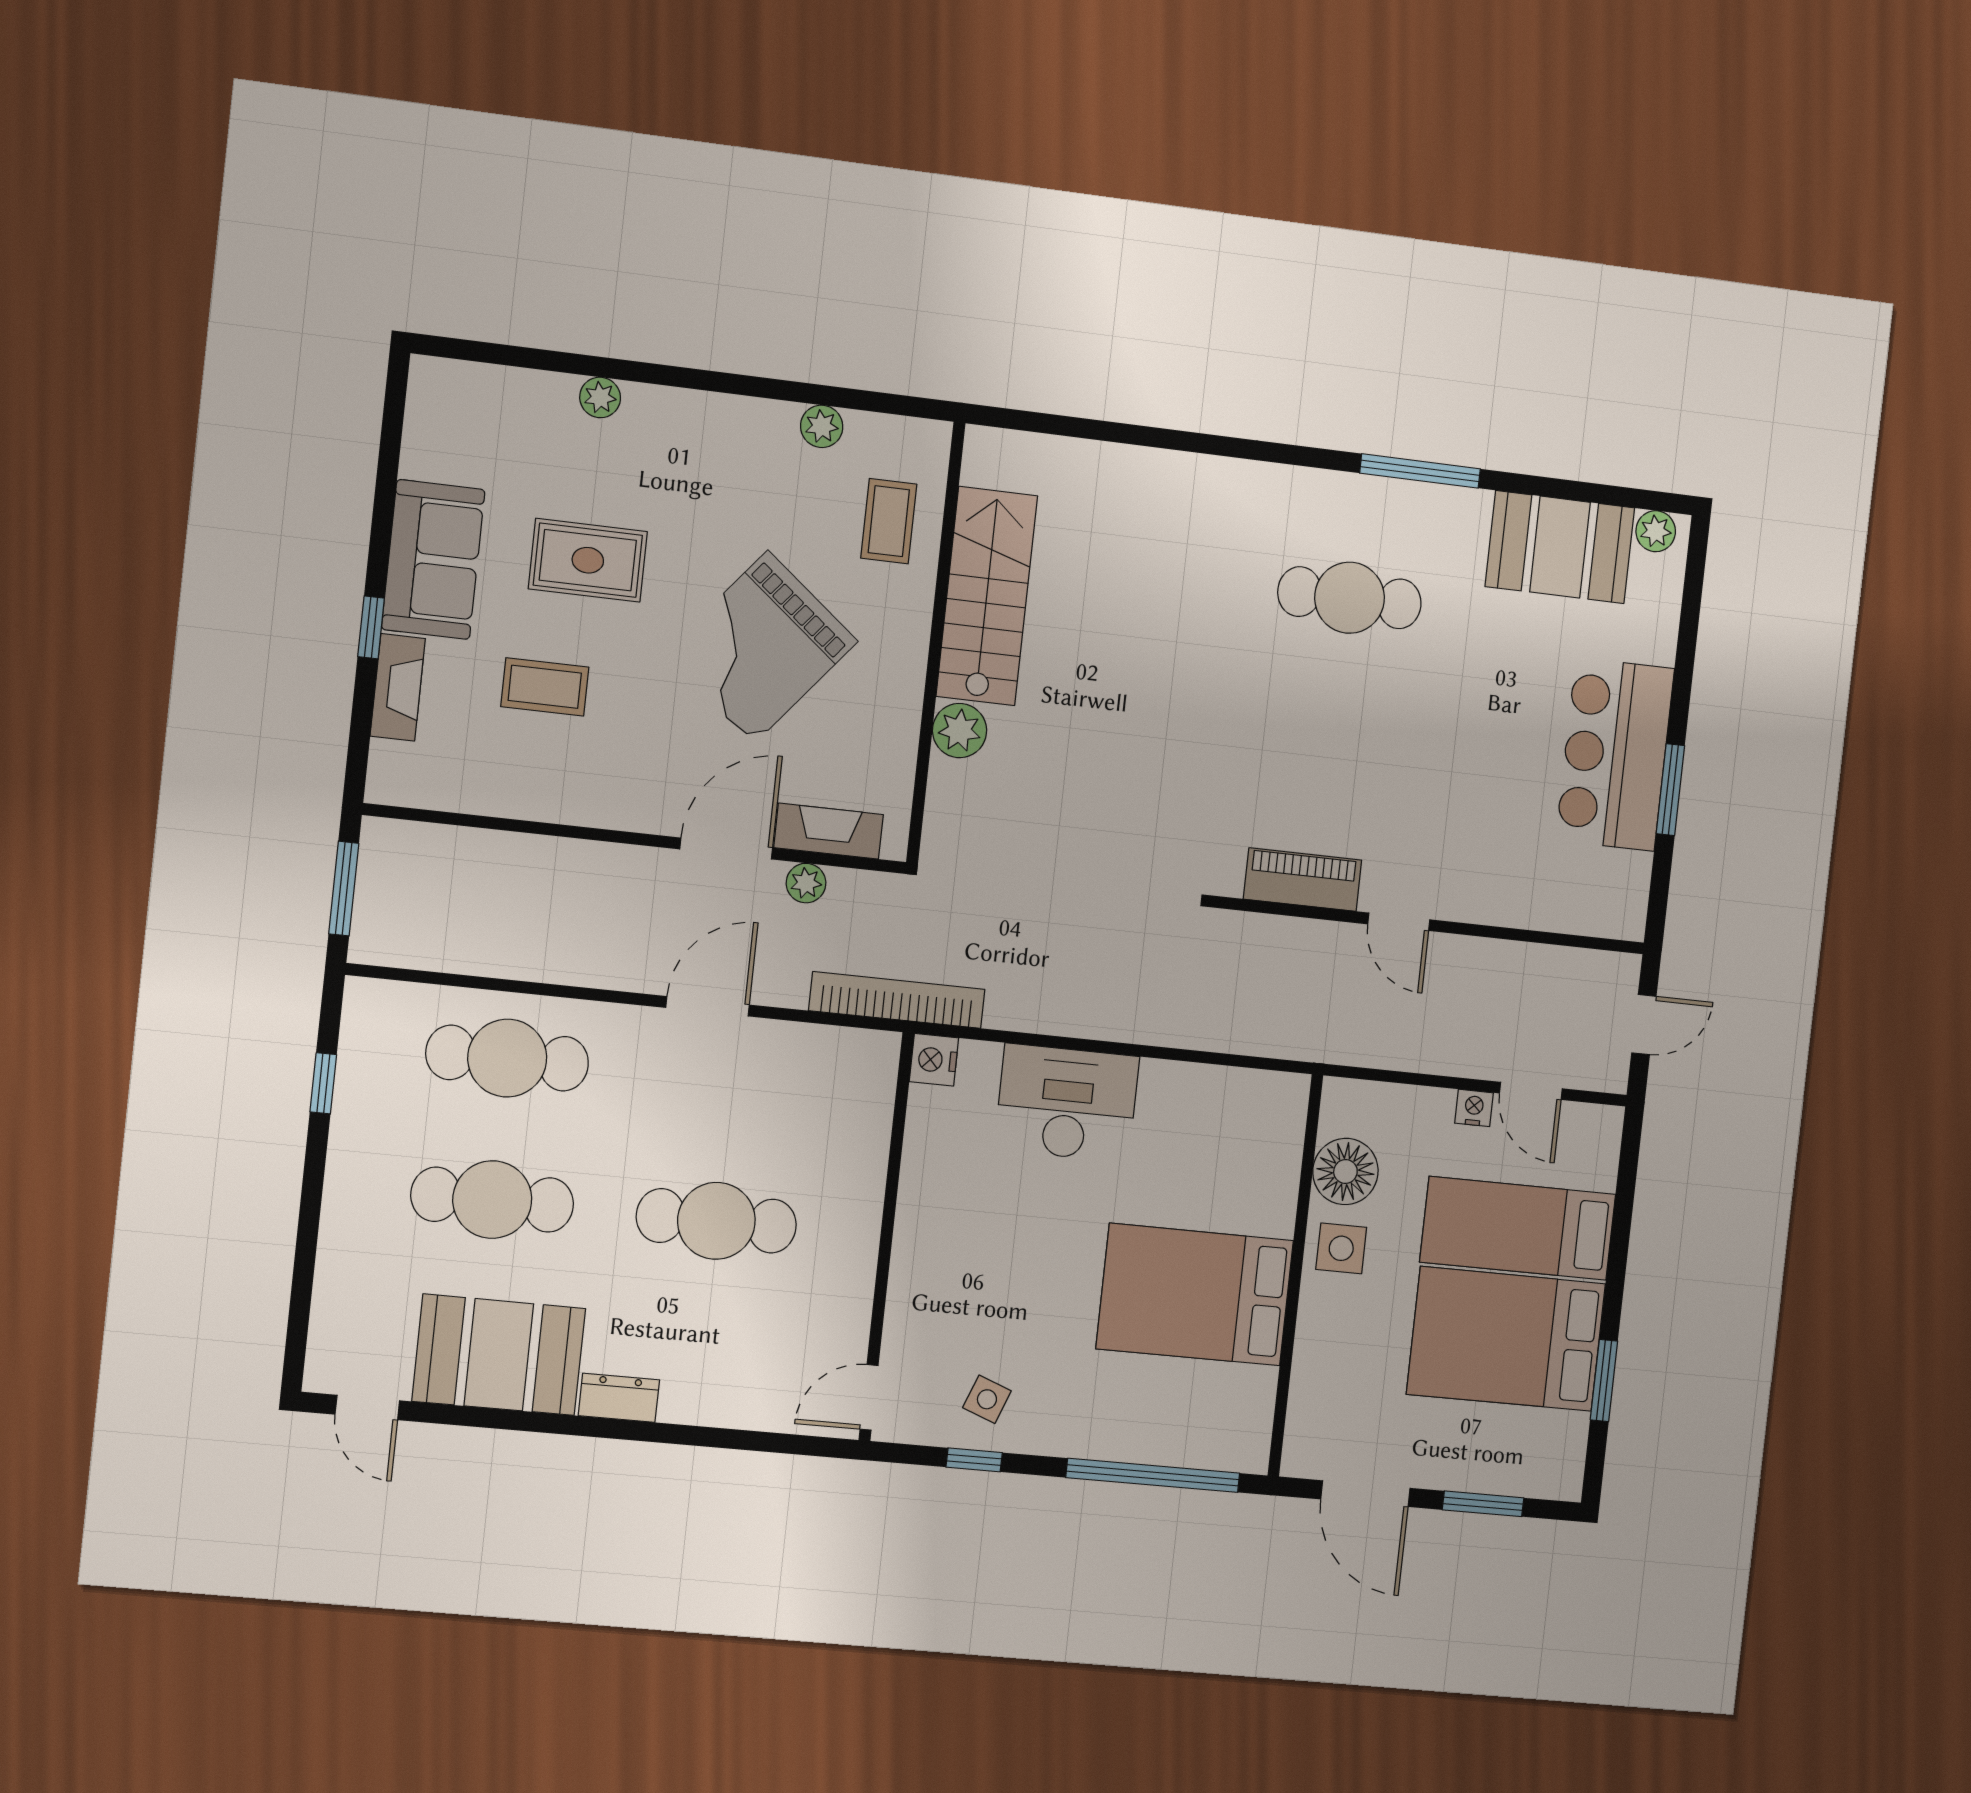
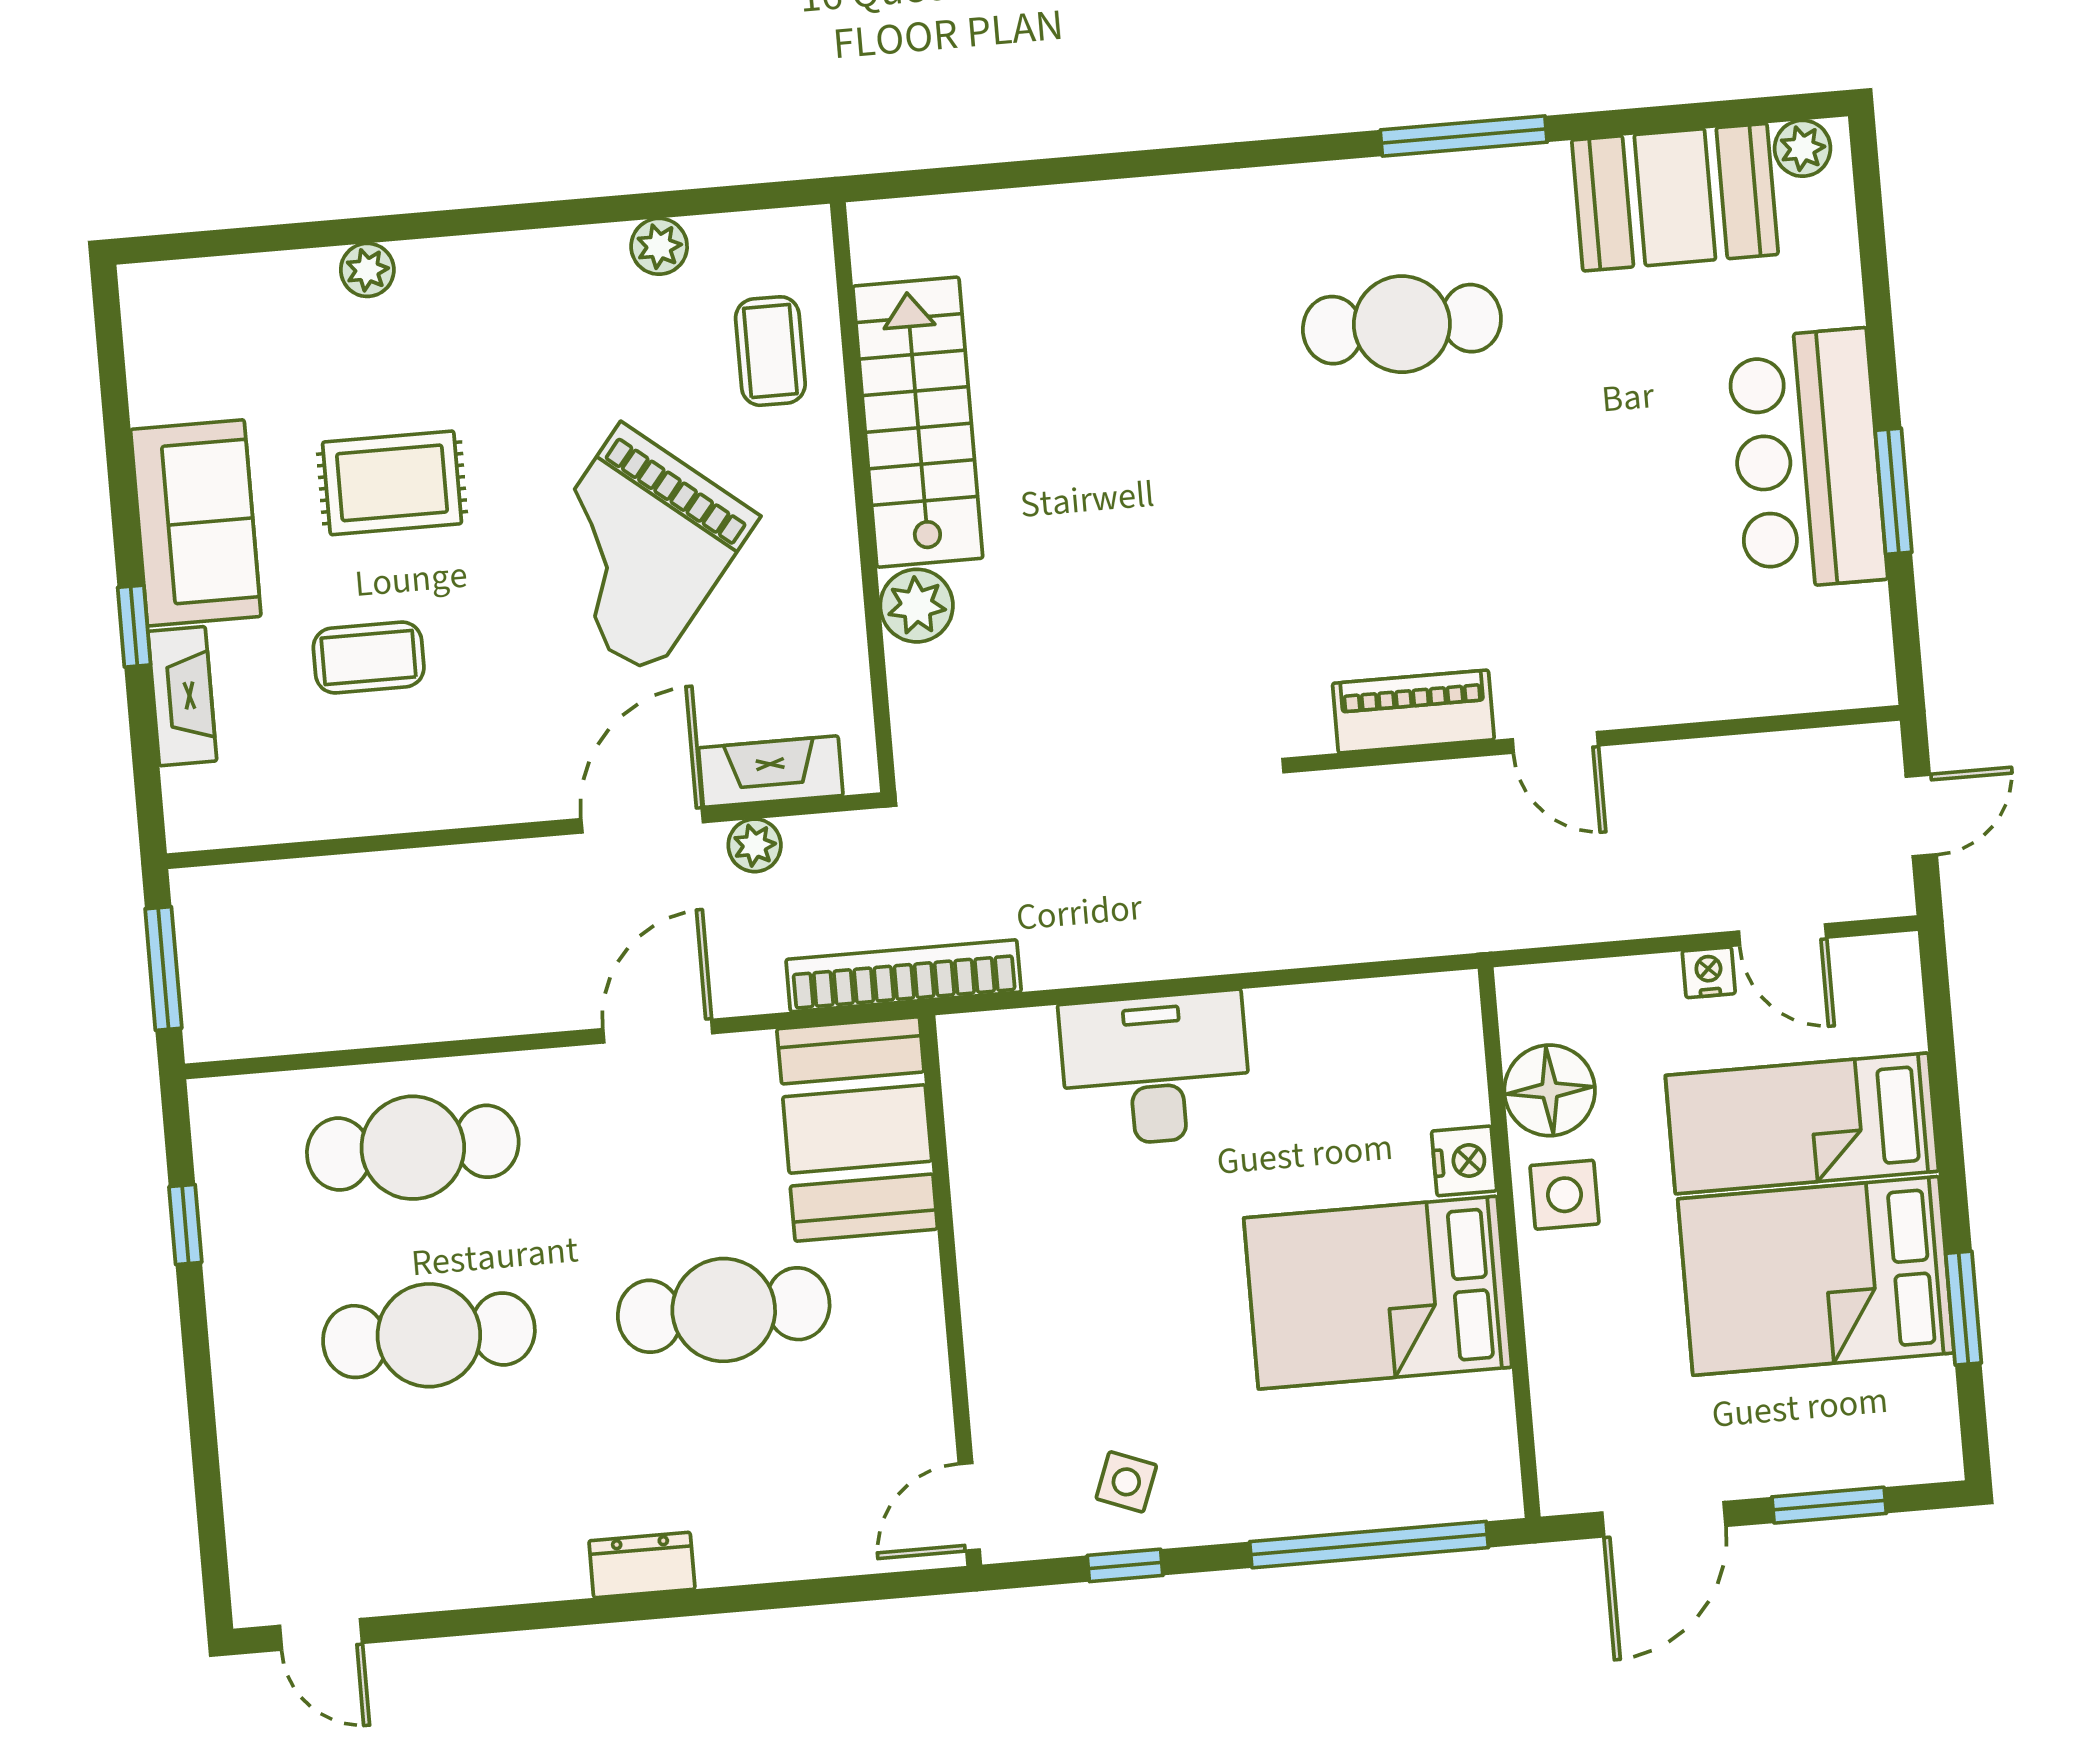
nightstand: (934, 1060) -> (1464, 1161), moved, turned 180
booth: (499, 1355) -> (857, 1129), moved, turned 90
door: (1365, 1494) -> (1664, 1519), hinge flipped

